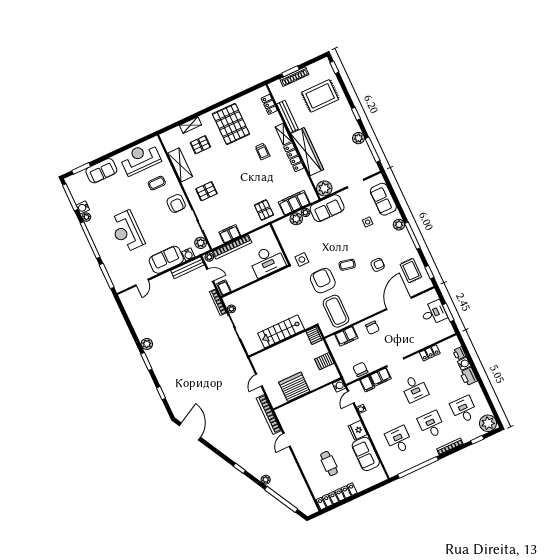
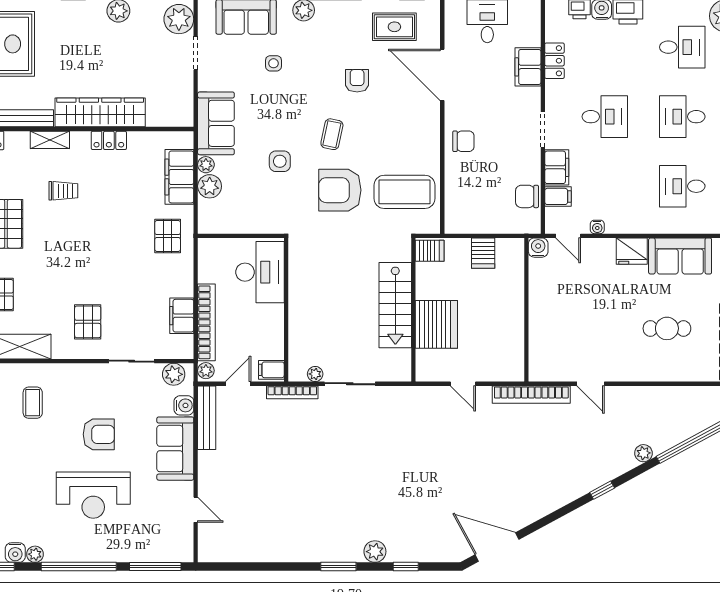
locker: (294, 157) -> (109, 140), width x0.66
plant: (324, 188) -> (179, 19), moved
armchair: (176, 203) -> (99, 434), moved
pallet: (264, 210) -> (168, 236), turned 90
side table: (302, 260) -> (280, 161), moved
filing cabinet: (346, 336) -> (528, 67), moved, turned 180
plant: (147, 344) -> (375, 552), moved
server rack: (294, 387) -> (436, 324), moved, turned 180
desk: (464, 410) -> (682, 47), turned 180

